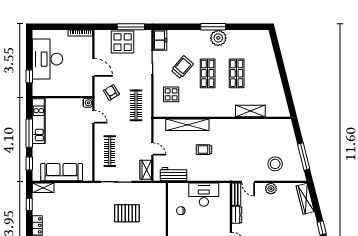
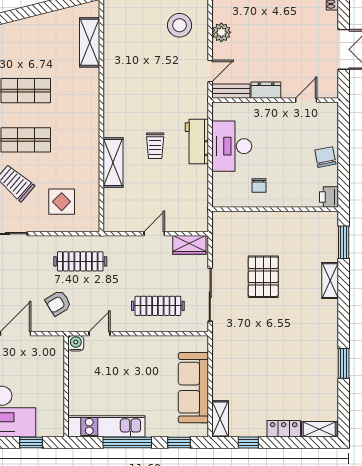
shelving: (250, 111) -> (90, 42), moved
shelving: (187, 125) -> (113, 162), width x0.68
workbench: (173, 174) -> (197, 141), moved

